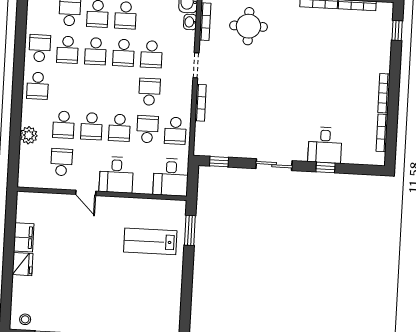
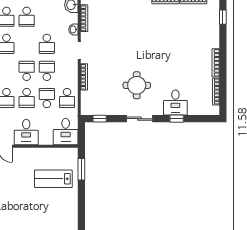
washbasin: (190, 22) -> (73, 29), moved
round table: (248, 26) -> (137, 85), moved
school desk: (124, 53) -> (27, 71), moved, turned 180

